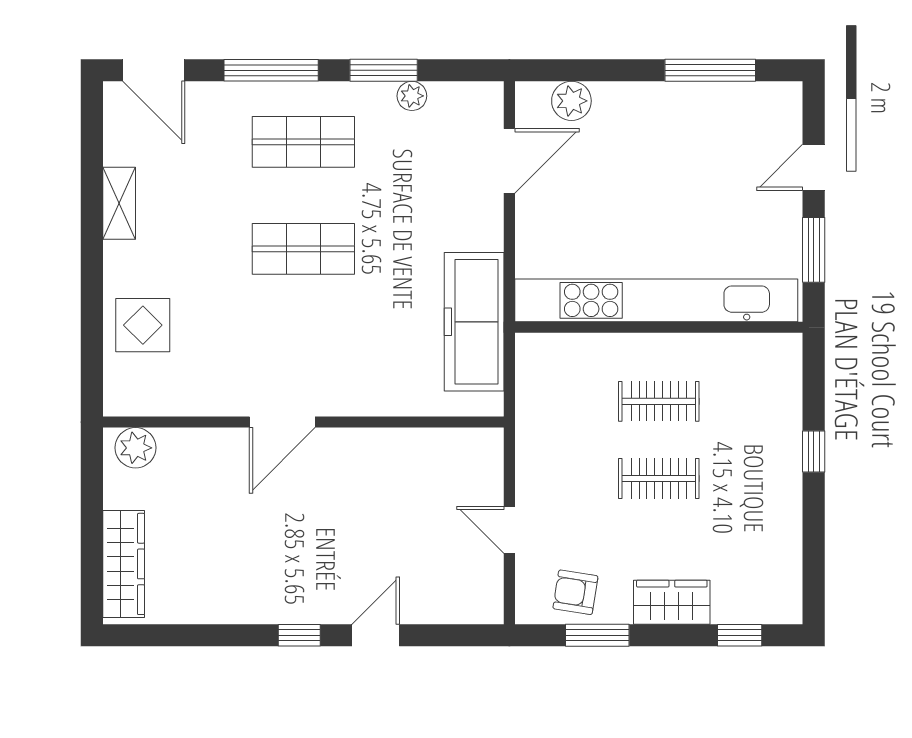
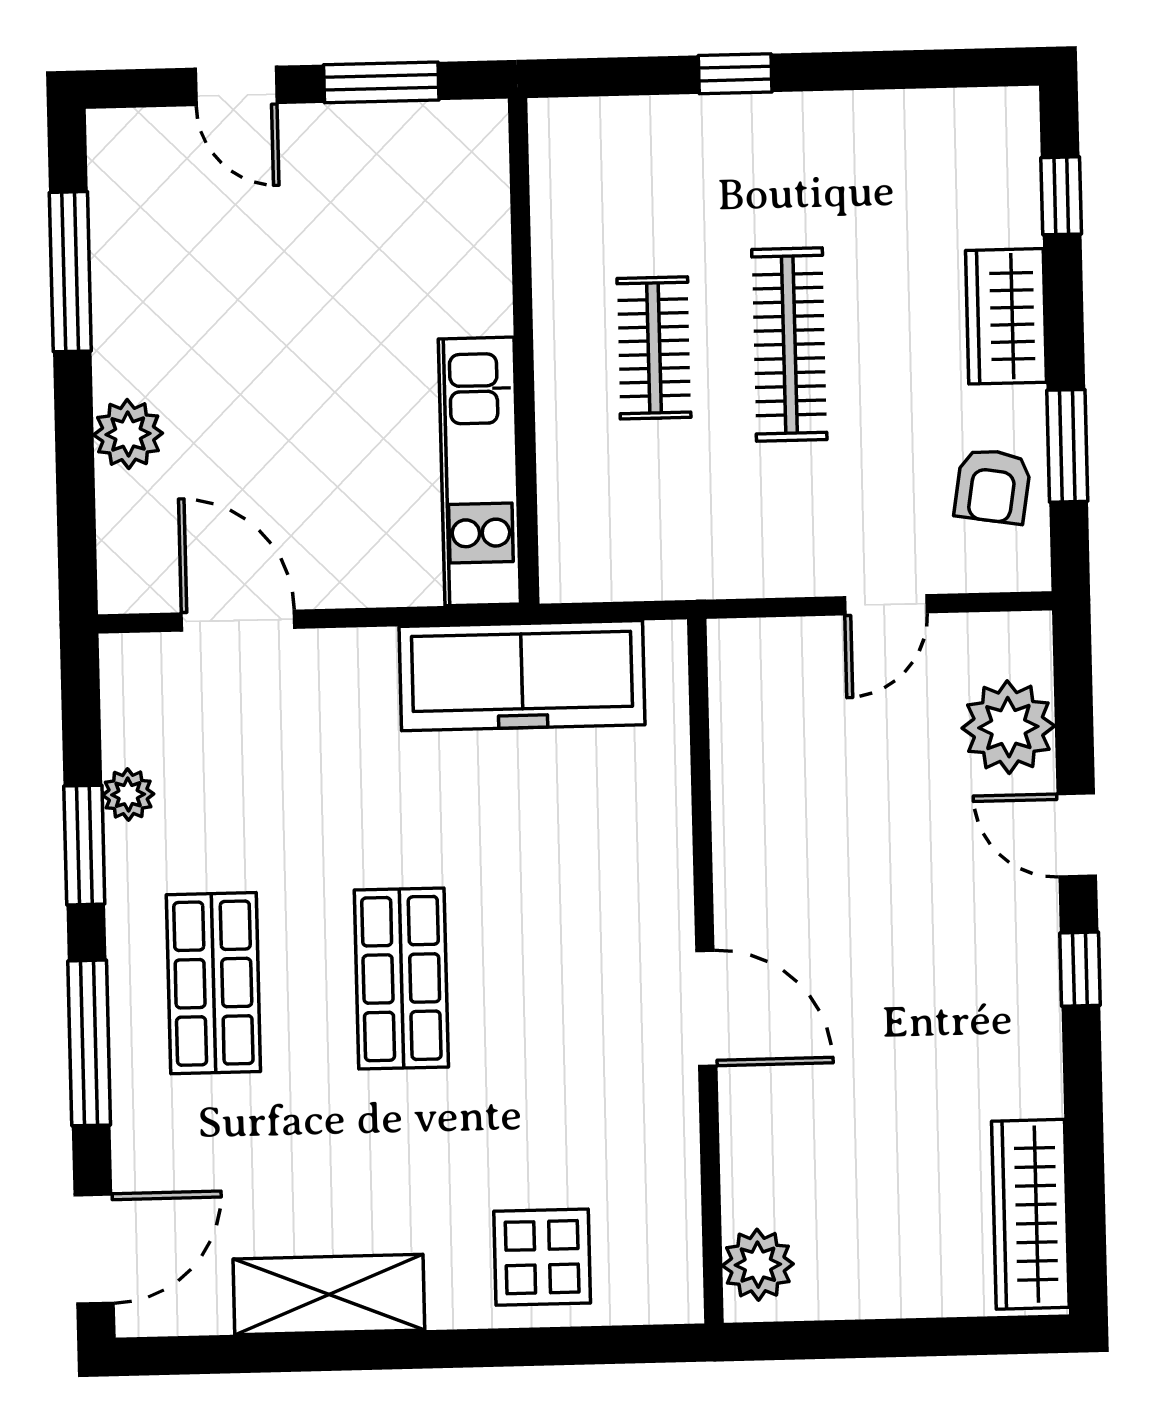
plant: (571, 101) -> (128, 434), moved
shelving: (119, 203) -> (329, 1295), width x1.50, depth x1.33
kitchen unit: (656, 300) -> (479, 471), width x0.54
clothes rail: (659, 479) -> (789, 345), width x1.36
wardrobe: (124, 564) -> (1030, 1214), moved, turned -90
plant: (438, 598) -> (1008, 727), added

